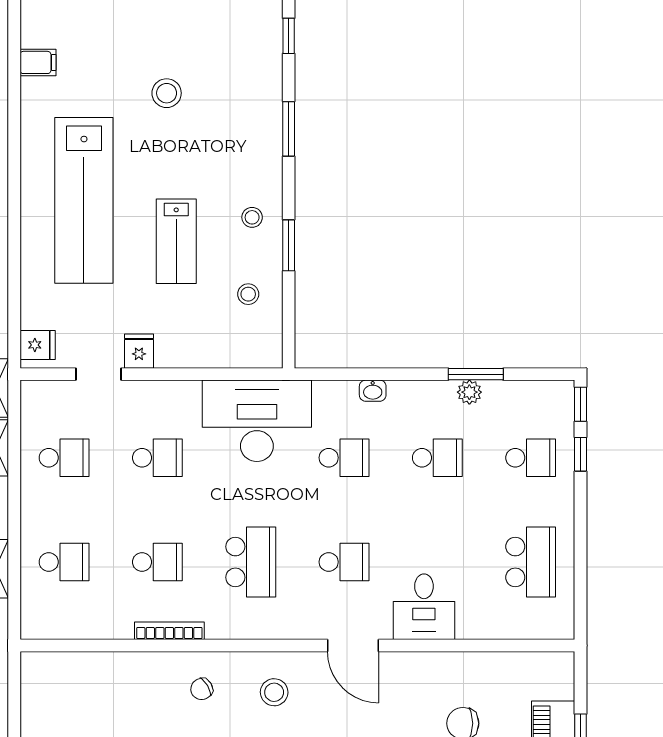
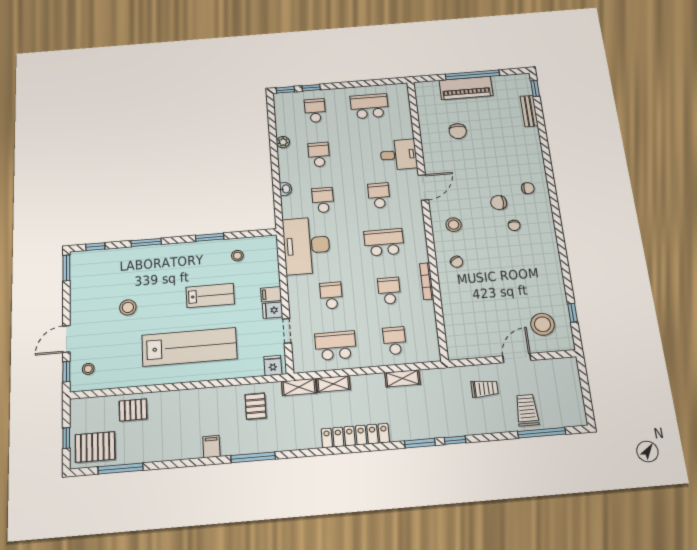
filing cabinet: (38, 62) -> (271, 294), moved, turned -90
stool: (252, 217) -> (88, 369), moved
window: (476, 374) -> (273, 140), removed
school desk: (64, 458) -> (336, 346), width x1.85

